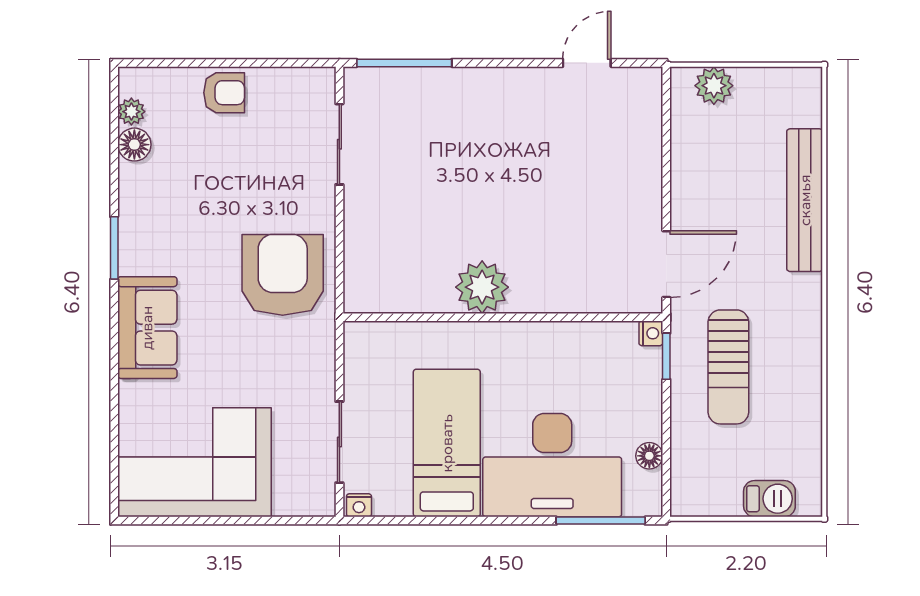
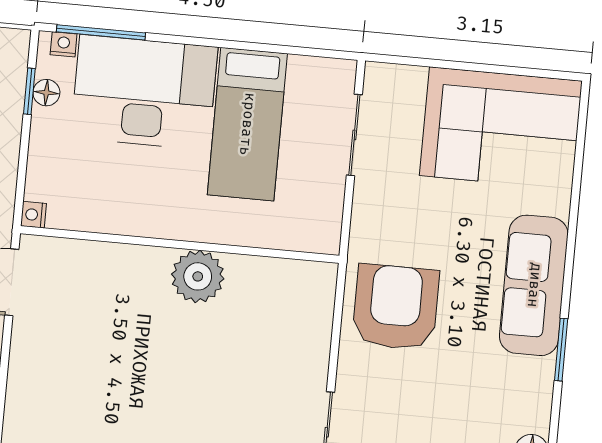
armchair: (283, 275) -> (396, 307), turned 180
sofa: (147, 328) -> (534, 285), width x1.36
window: (666, 356) -> (29, 91), moved
nightstand: (359, 505) -> (64, 44), moved

